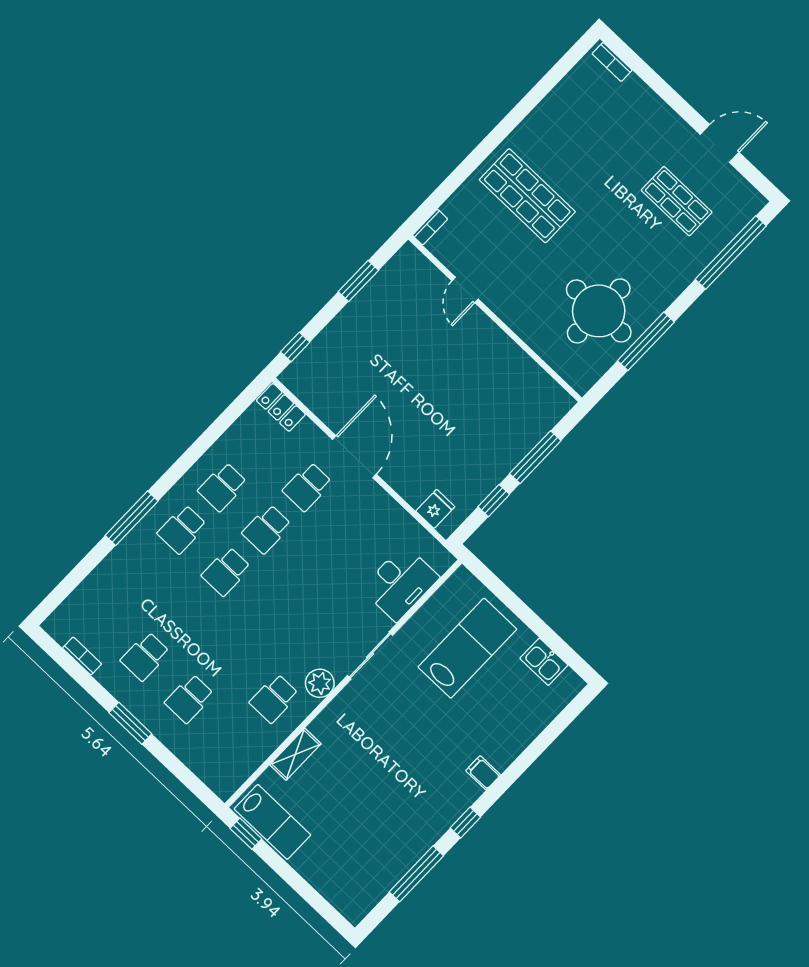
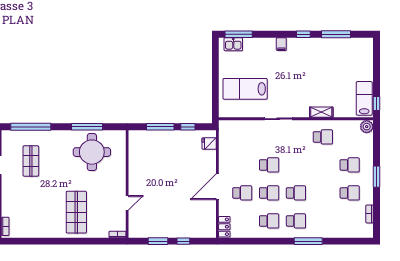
window: (295, 347) -> (183, 241), moved
school desk: (311, 571) -> (269, 165), added
desk: (400, 583) -> (245, 132), removed
kitchen sink: (544, 662) -> (233, 44), moved, turned 90
plant: (320, 683) -> (367, 127), moved
window: (563, 720) -> (239, 34), added
shelving: (295, 754) -> (321, 112), moved

